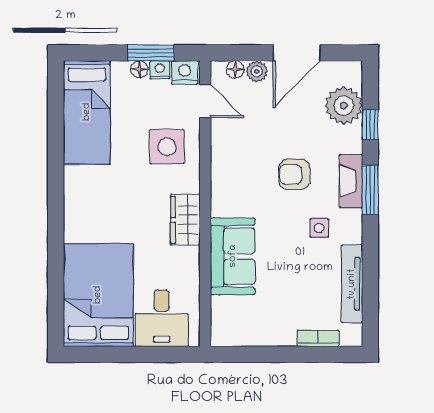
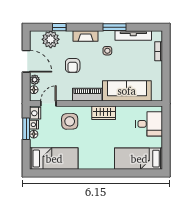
armchair: (294, 174) -> (73, 66), moved
piano: (224, 184) -> (87, 95), added
window: (370, 190) -> (114, 27), moved
sofa: (233, 256) -> (127, 91), width x1.36
bed: (98, 295) -> (139, 159), width x0.67

